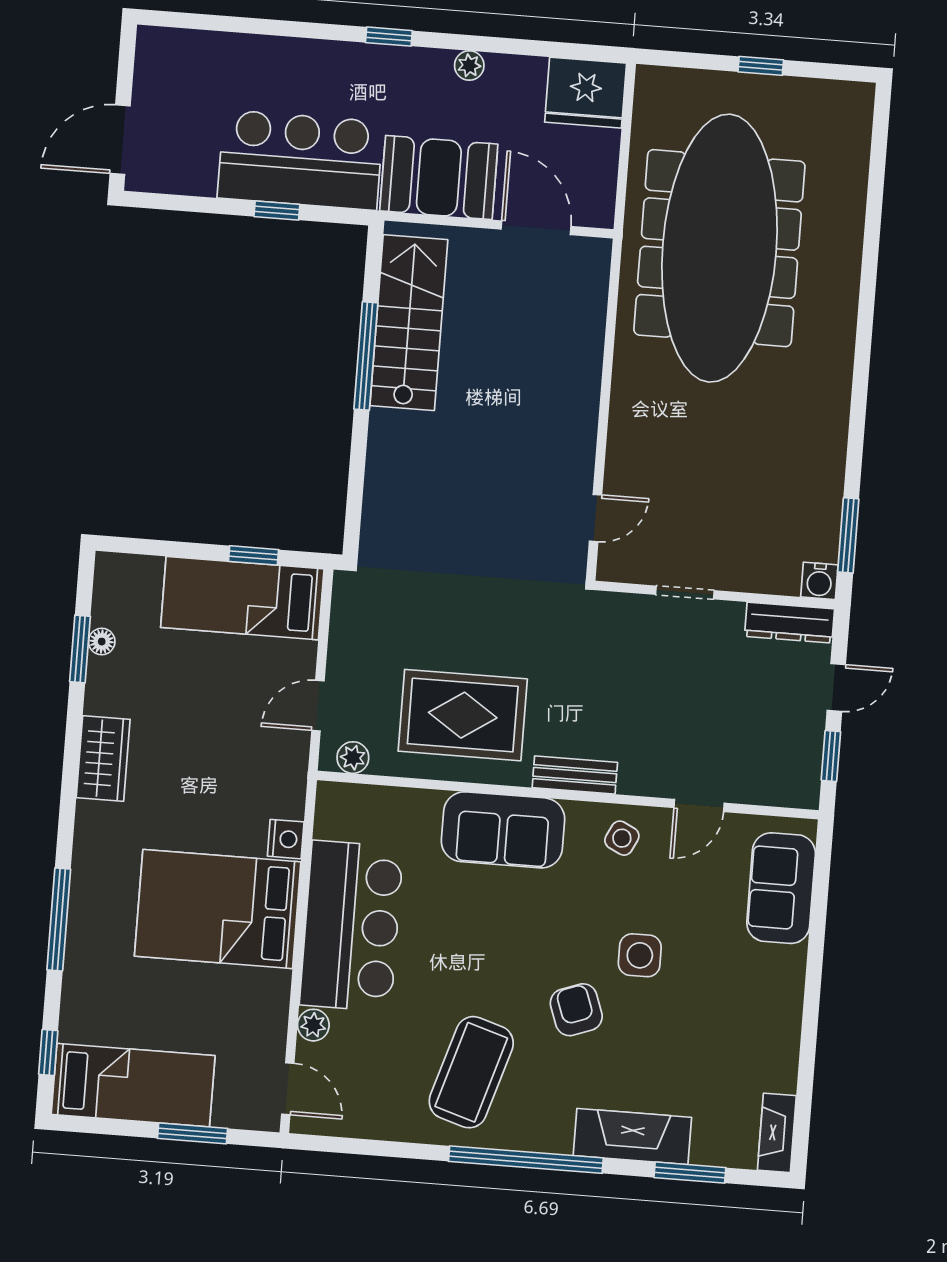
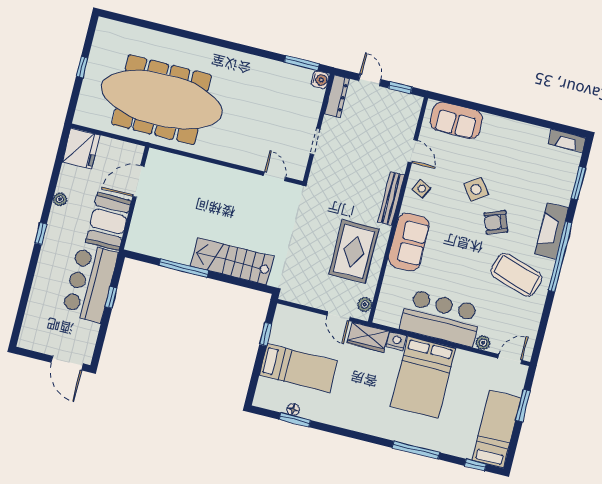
stairs: (409, 323) -> (232, 261), moved
bed: (242, 598) -> (298, 368), moved, turned -90
wardrobe: (103, 758) -> (368, 337), moved, turned 180
bench: (575, 775) -> (391, 198), width x1.36
side table: (640, 955) -> (476, 189), turned -37
fireplace: (632, 1136) -> (552, 231), moved

